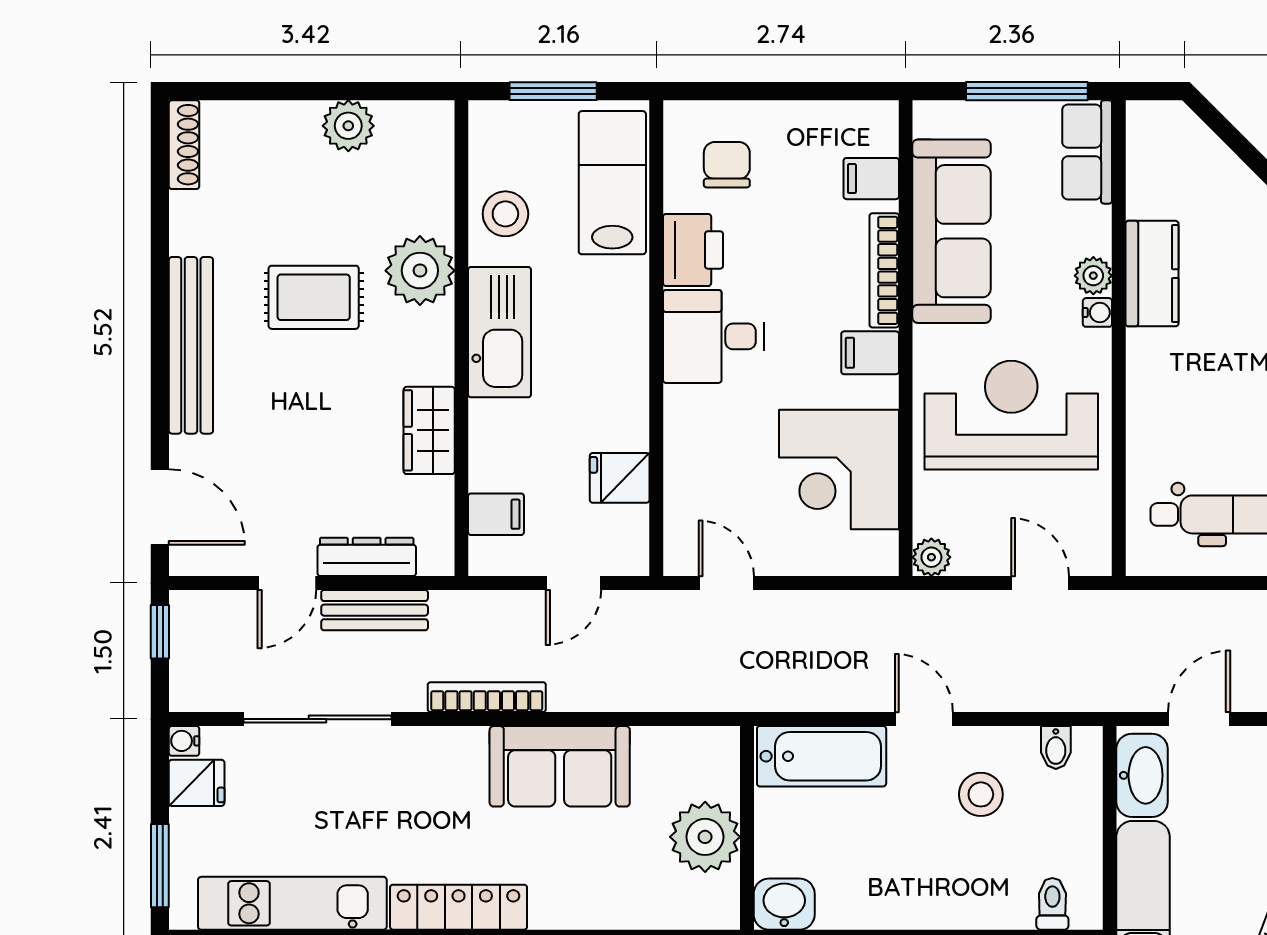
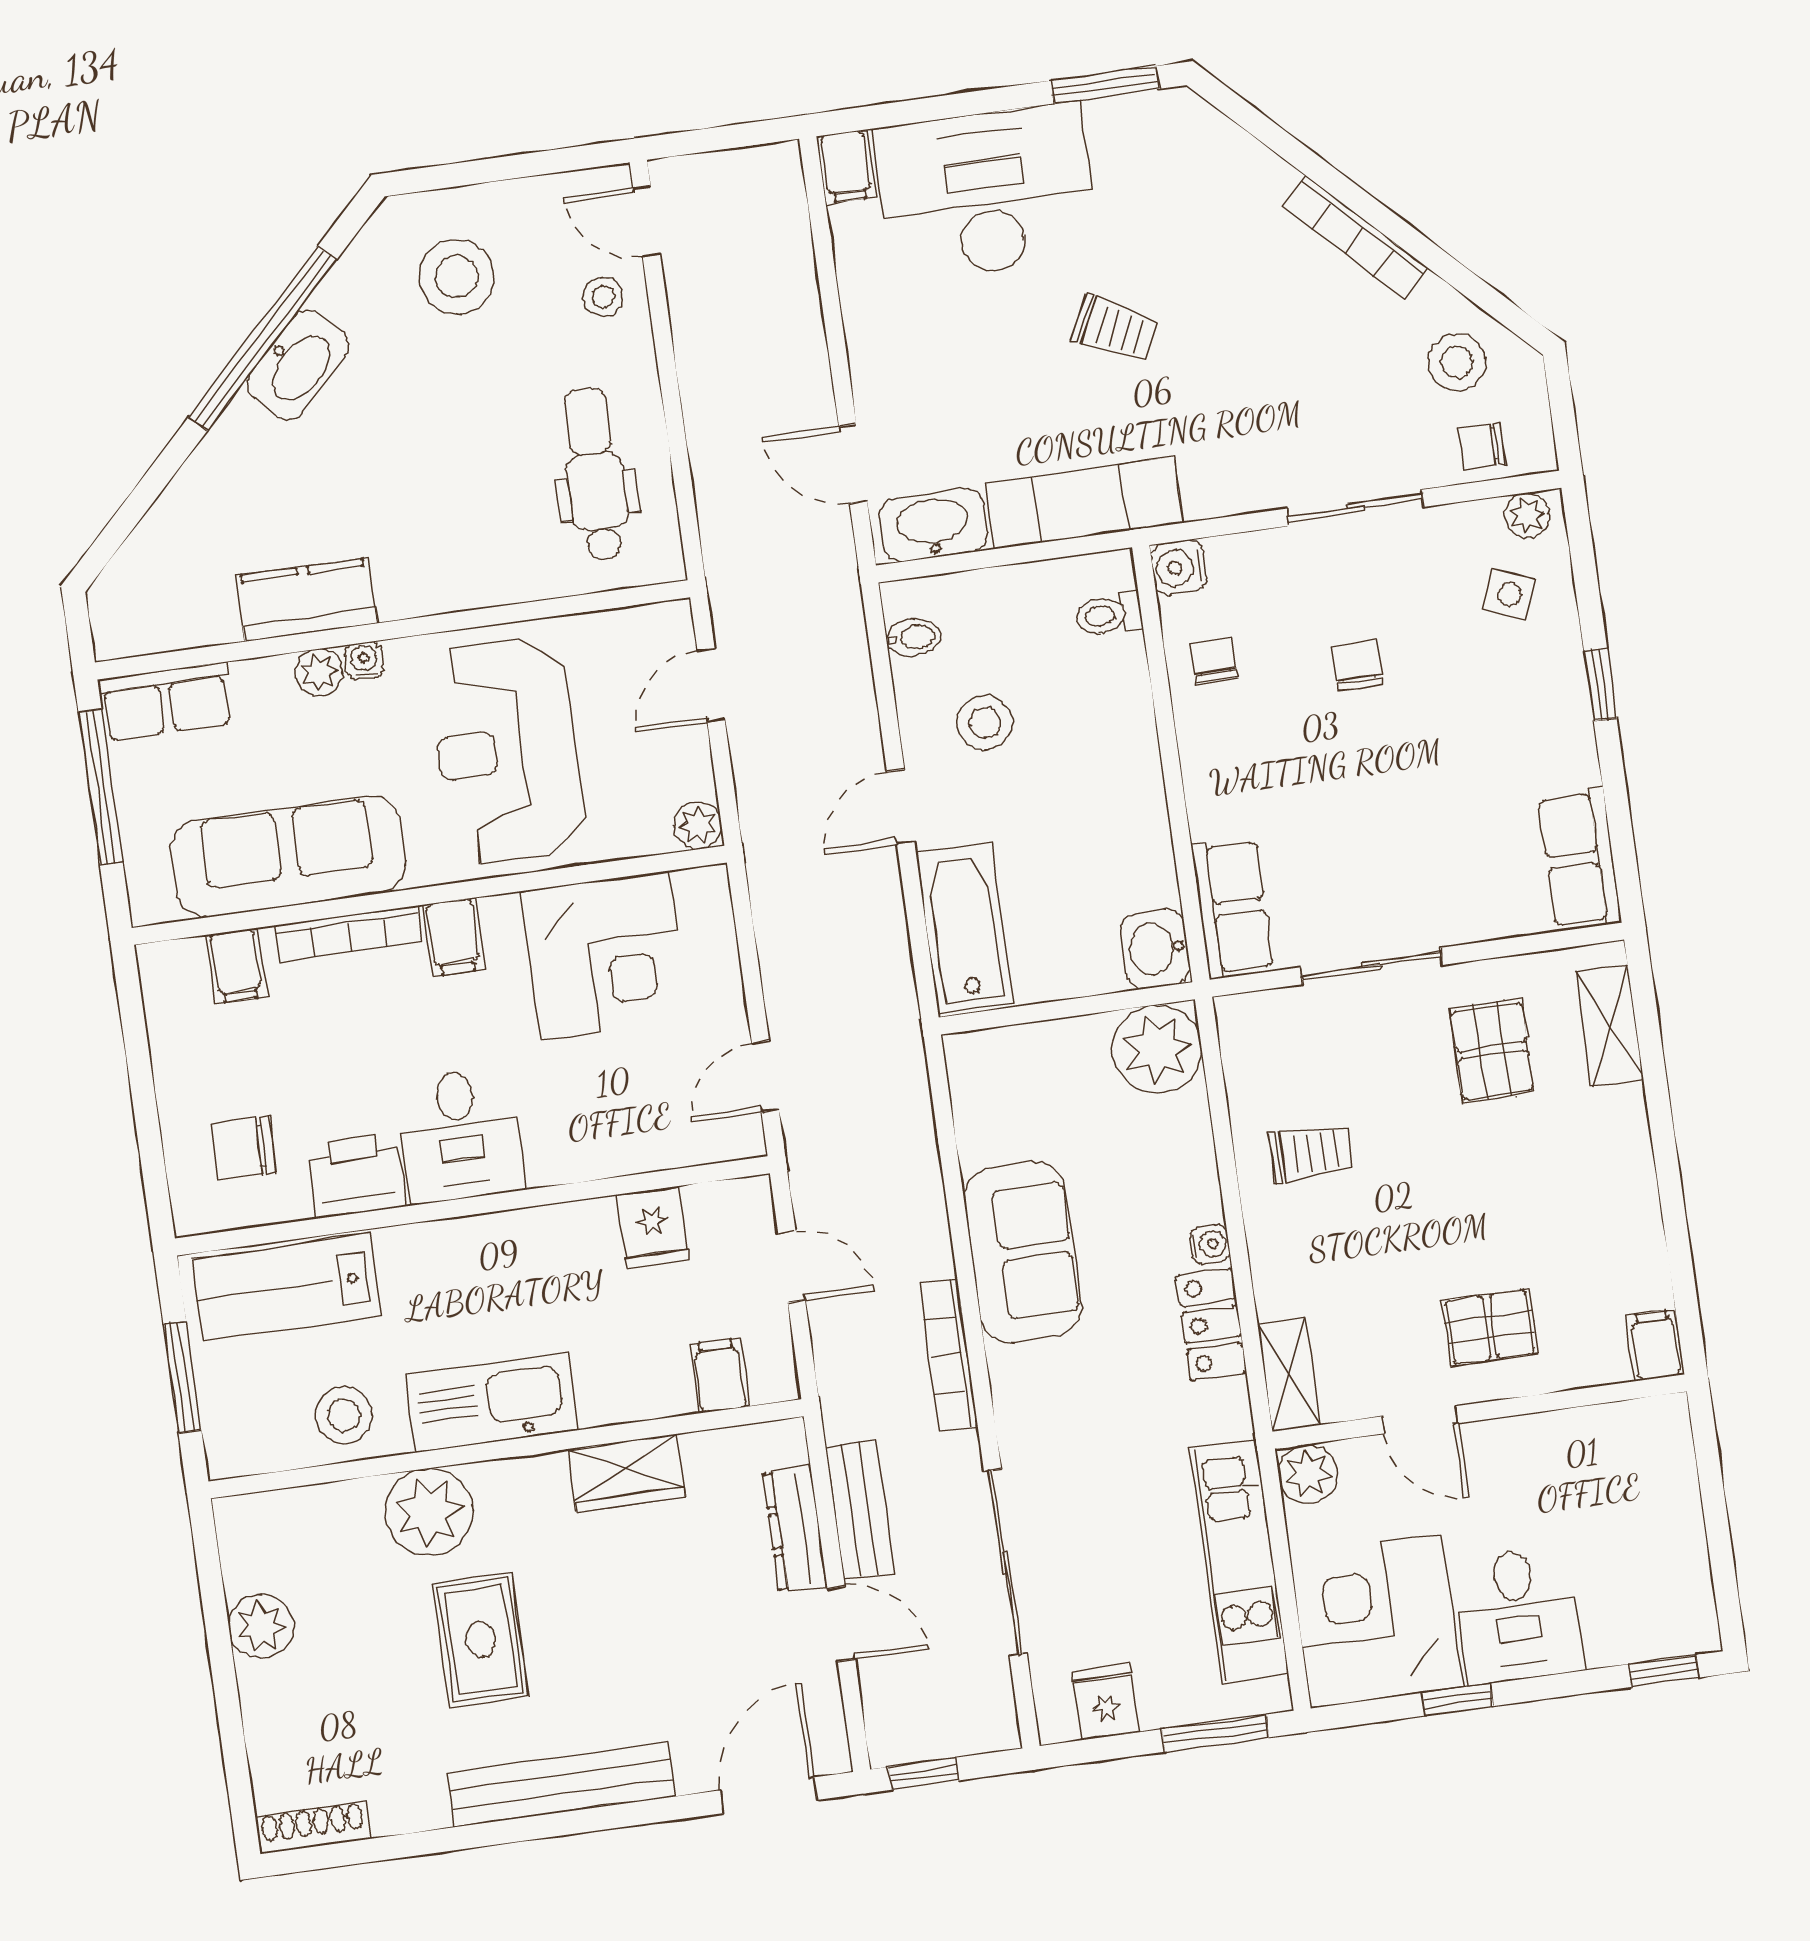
water cooler: (184, 741) -> (1210, 1244), moved, turned -90
plant: (705, 837) -> (1157, 1049), moved
locker: (459, 907) -> (1211, 1325), width x0.66

